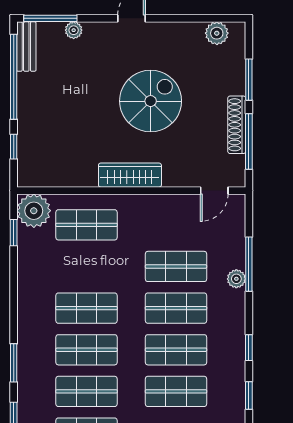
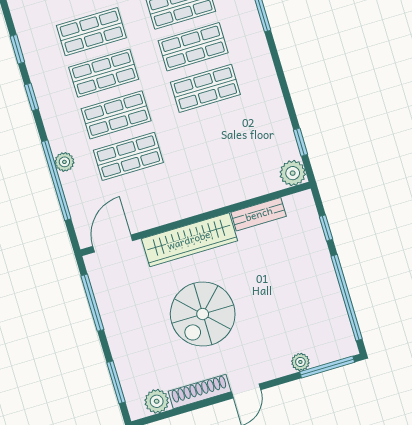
bench: (26, 47) -> (259, 214), moved, turned 90
window: (249, 80) -> (116, 382), moved
shoe rack: (237, 125) -> (200, 391), moved, turned -90
wardrobe: (130, 175) -> (189, 240), width x1.40, depth x1.17
door: (214, 191) -> (113, 243), width x1.38
plant: (34, 211) -> (293, 173), width x0.73, depth x0.73
shop shelf: (86, 225) -> (230, 171), removed
window: (249, 264) -> (56, 180), width x1.46

